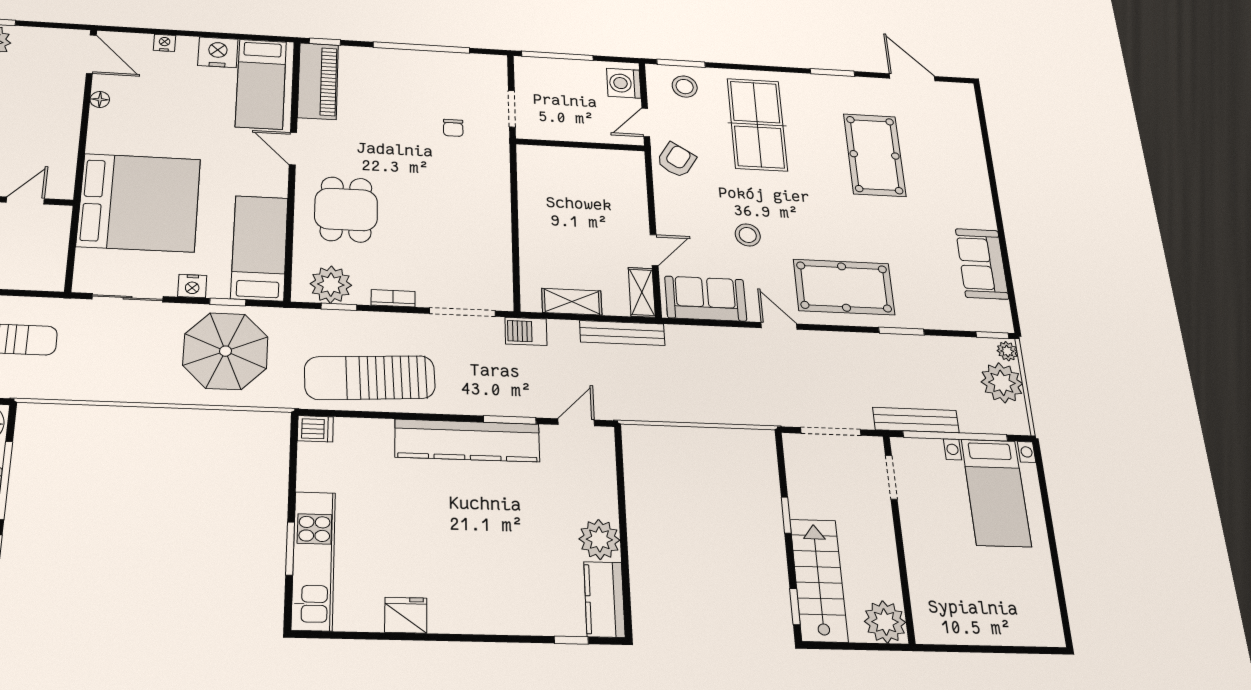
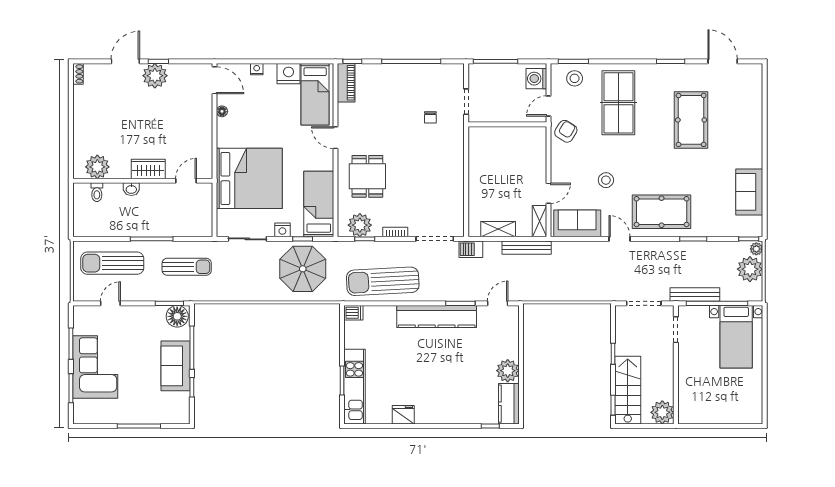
piano: (318, 81) -> (346, 83), width x0.73, depth x0.75

